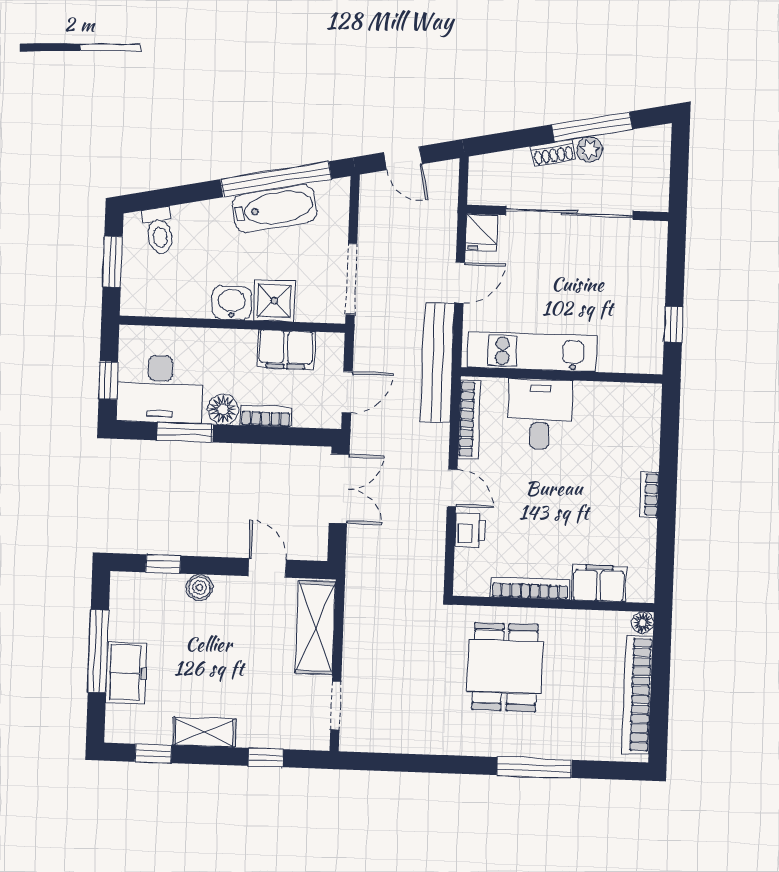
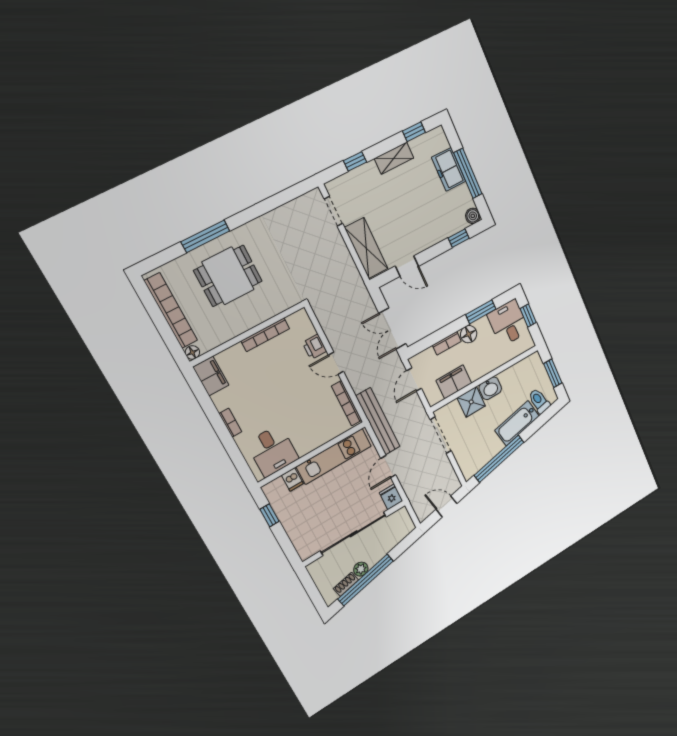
window: (592, 127) -> (366, 580), width x1.46
shoe rack: (553, 153) -> (346, 584), moved
bathtub: (274, 208) -> (517, 423), moved
dishwasher: (611, 356) -> (292, 480), added
desk: (160, 389) -> (508, 323), width x0.73
desk: (540, 414) -> (273, 451), moved
filing cabinet: (599, 583) -> (211, 376), moved, turned -90
boiler: (199, 587) -> (473, 216), moved
dining table: (505, 667) -> (228, 276), moved, turned 90

